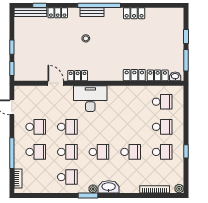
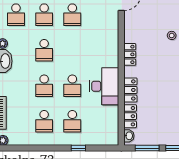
locker: (78, 76) -> (130, 54), moved
desk: (90, 99) -> (104, 86), moved
school desk: (162, 102) -> (72, 86), moved
window: (186, 151) -> (78, 148), moved

